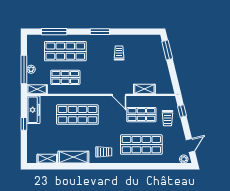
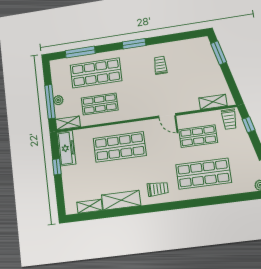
shelving: (144, 89) -> (213, 102), moved
trolley: (167, 118) -> (229, 119), moved

